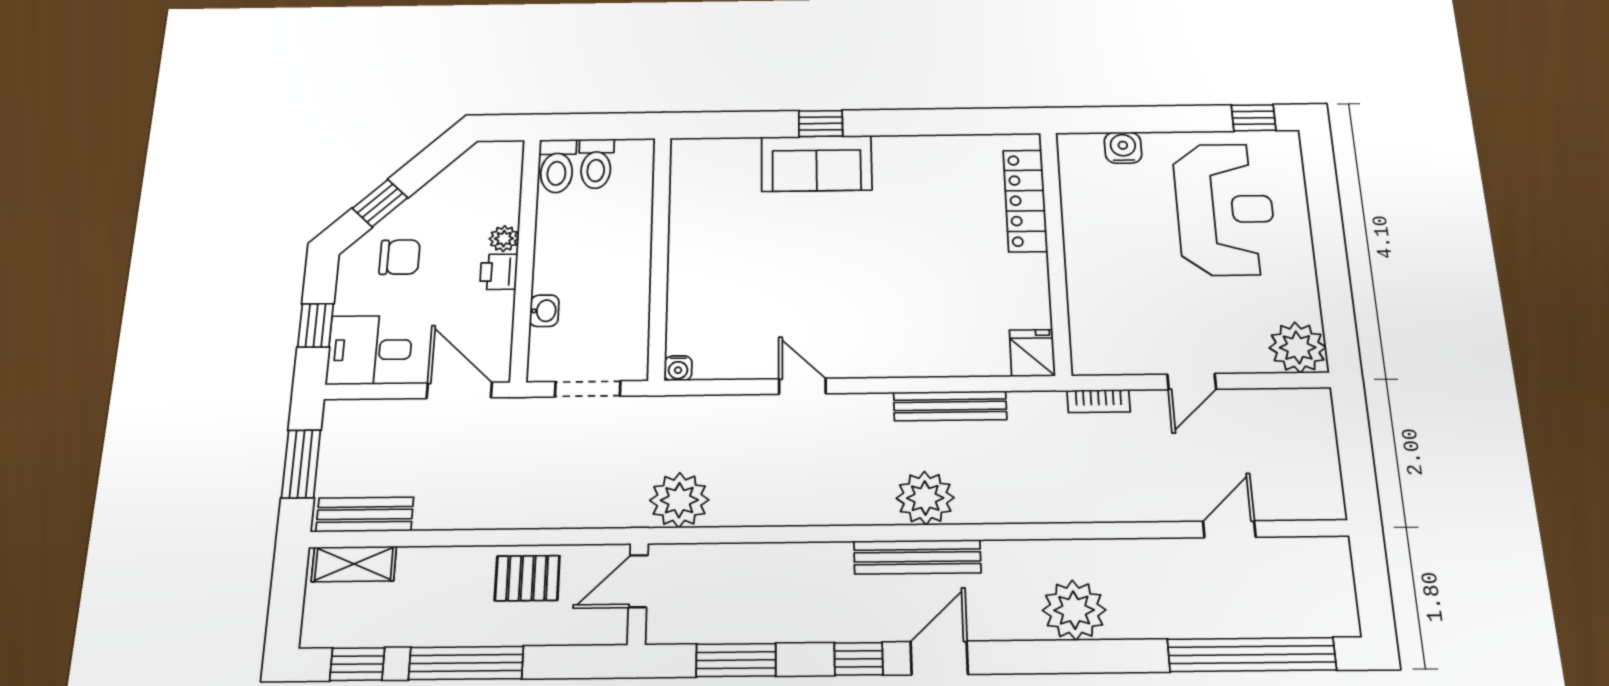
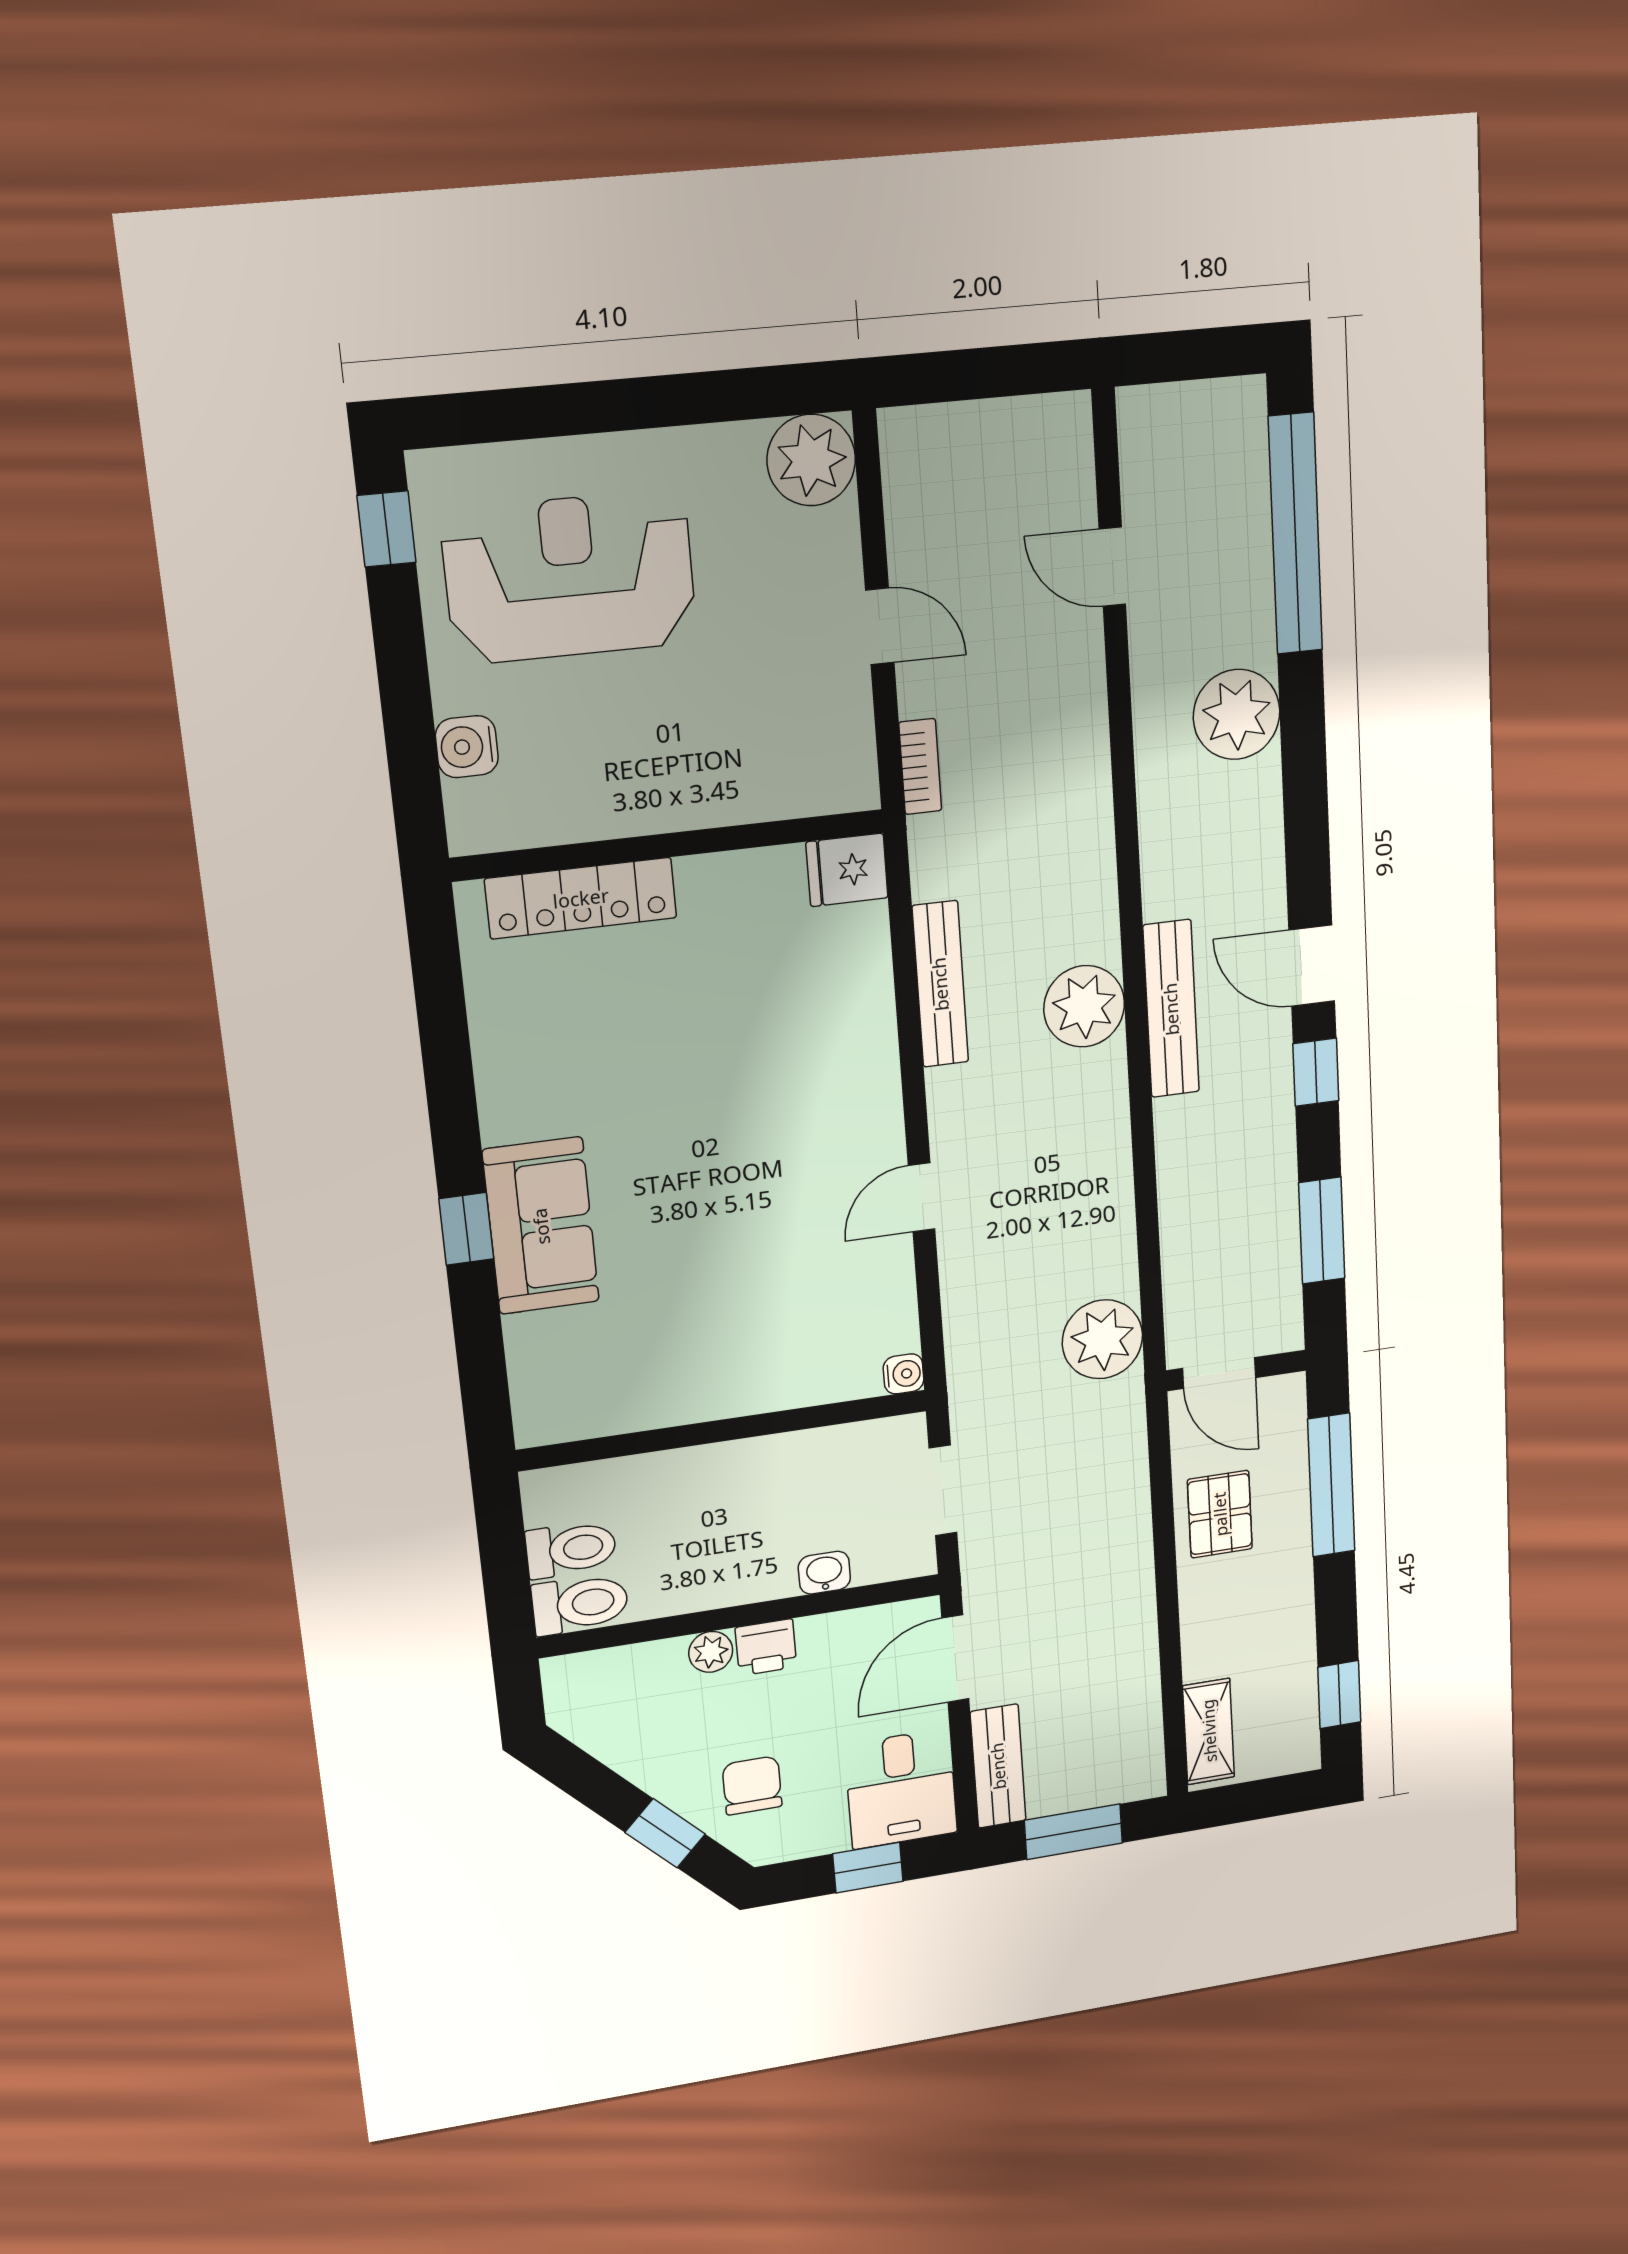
bench: (365, 514) -> (998, 1766), moved
plant: (1074, 610) -> (1237, 714), moved
window: (466, 663) -> (1331, 1485), moved

